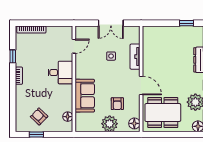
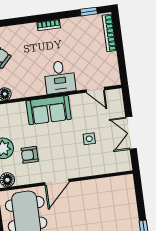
window: (13, 56) -> (89, 12), moved
tv unit: (135, 57) -> (93, 169), removed
sofa: (85, 96) -> (49, 110), moved

